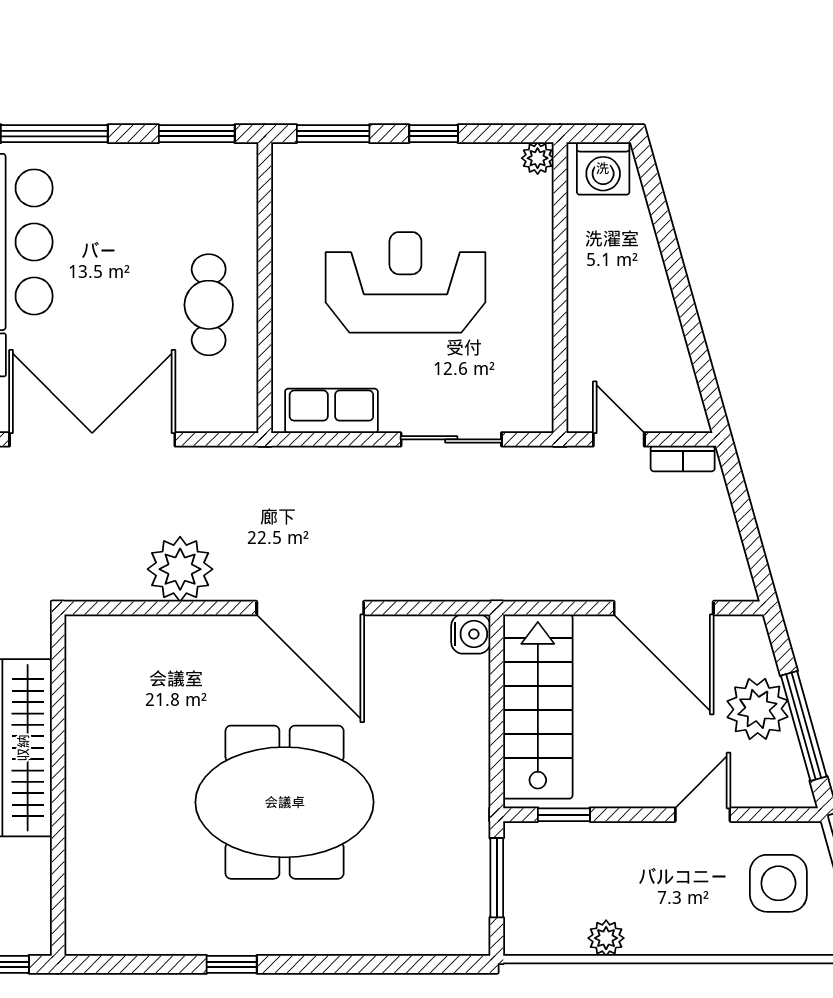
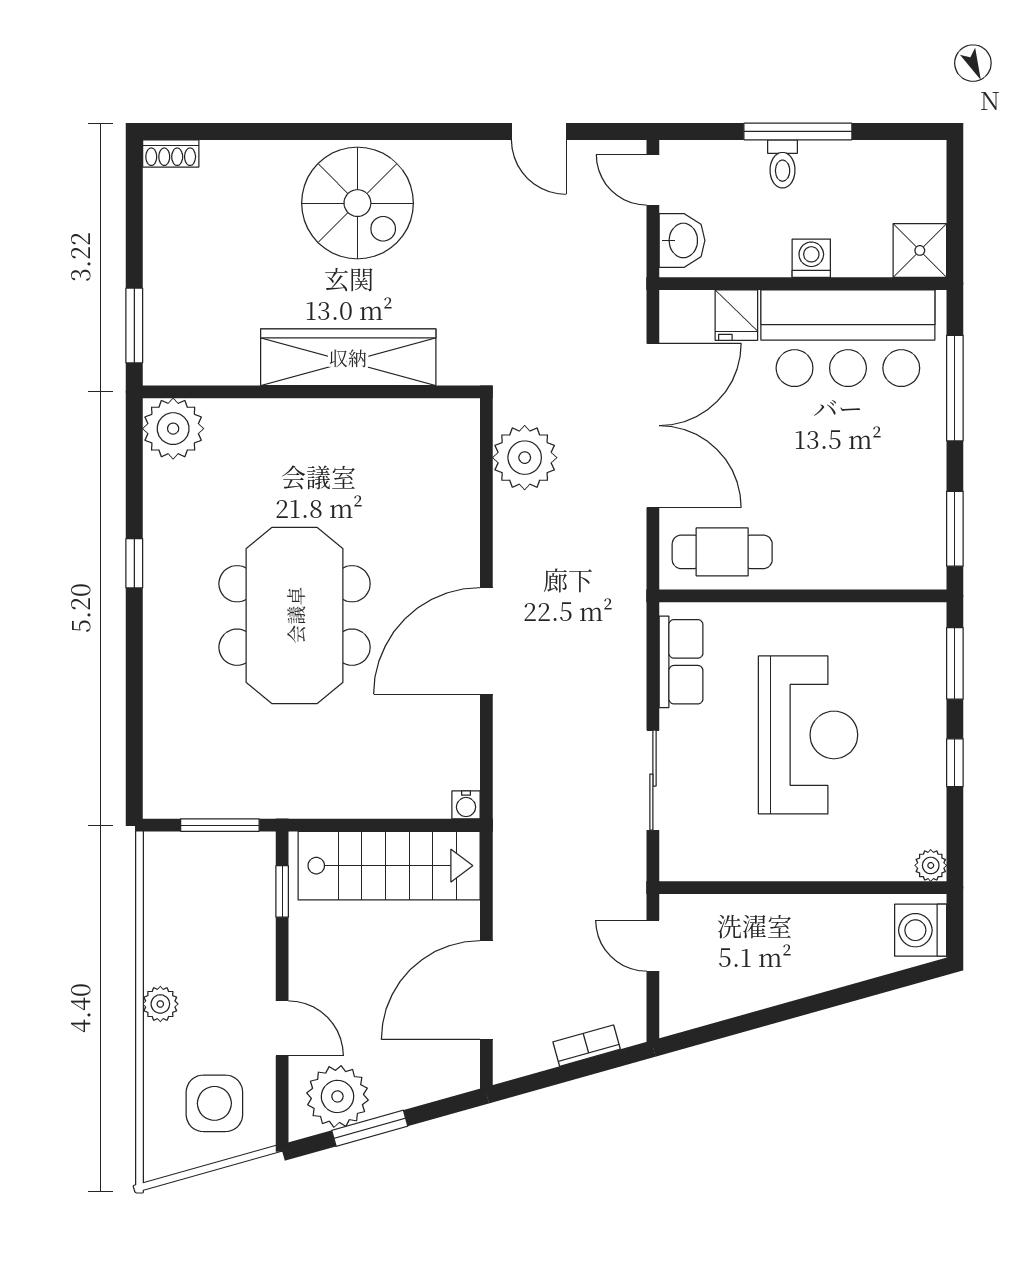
cafe table: (209, 305) -> (722, 552), moved
door: (619, 439) -> (653, 946), swing flipped
bookcase: (683, 458) -> (587, 1046), moved, turned 74
plant: (180, 569) -> (525, 458), moved
water cooler: (471, 634) -> (466, 805), width x0.72, depth x0.72
plant: (757, 709) -> (337, 1096), moved
window: (804, 726) -> (370, 1128), width x0.69
plant: (95, 925) -> (173, 429), added
plant: (606, 938) -> (160, 1004), moved

